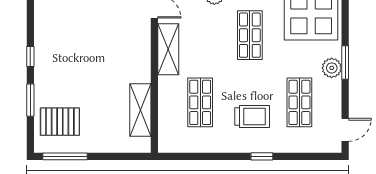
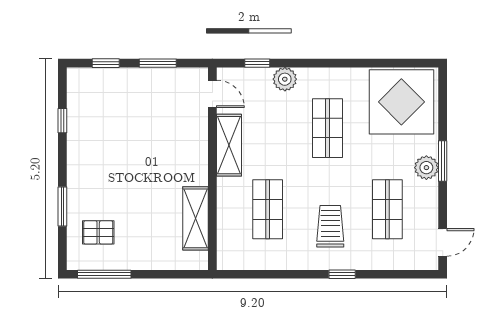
window: (30, 57) -> (62, 121), moved
trolley: (252, 117) -> (330, 226), turned -90
pallet: (60, 122) -> (98, 232), width x0.67, depth x0.71

